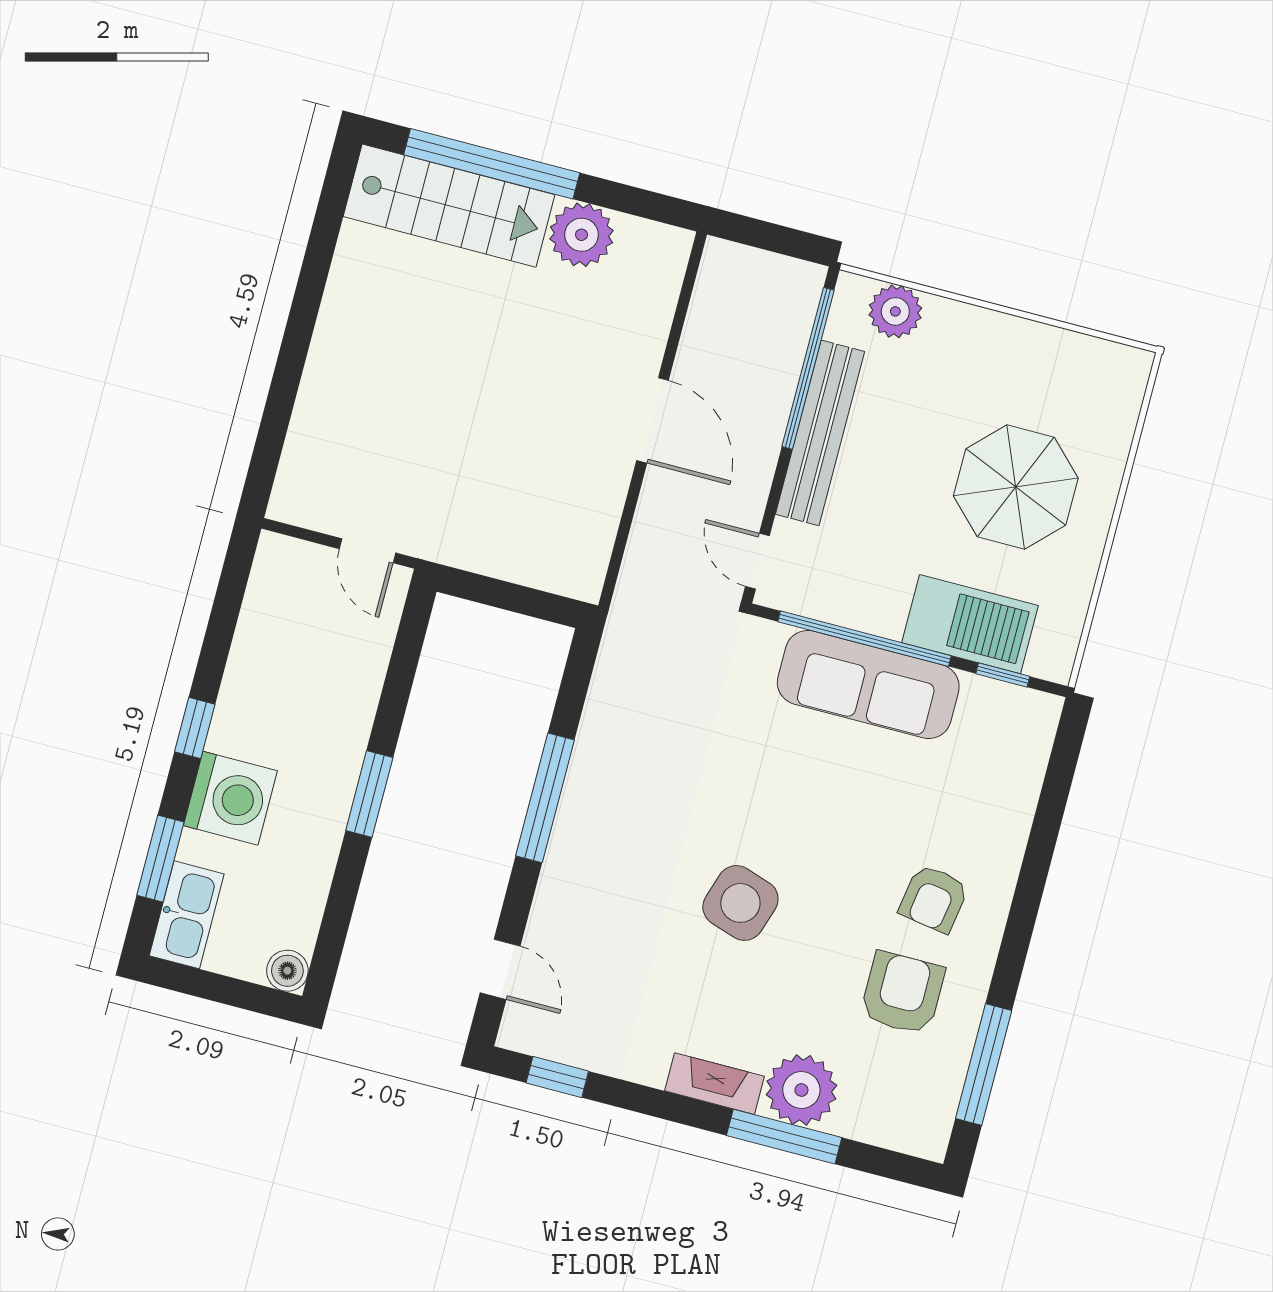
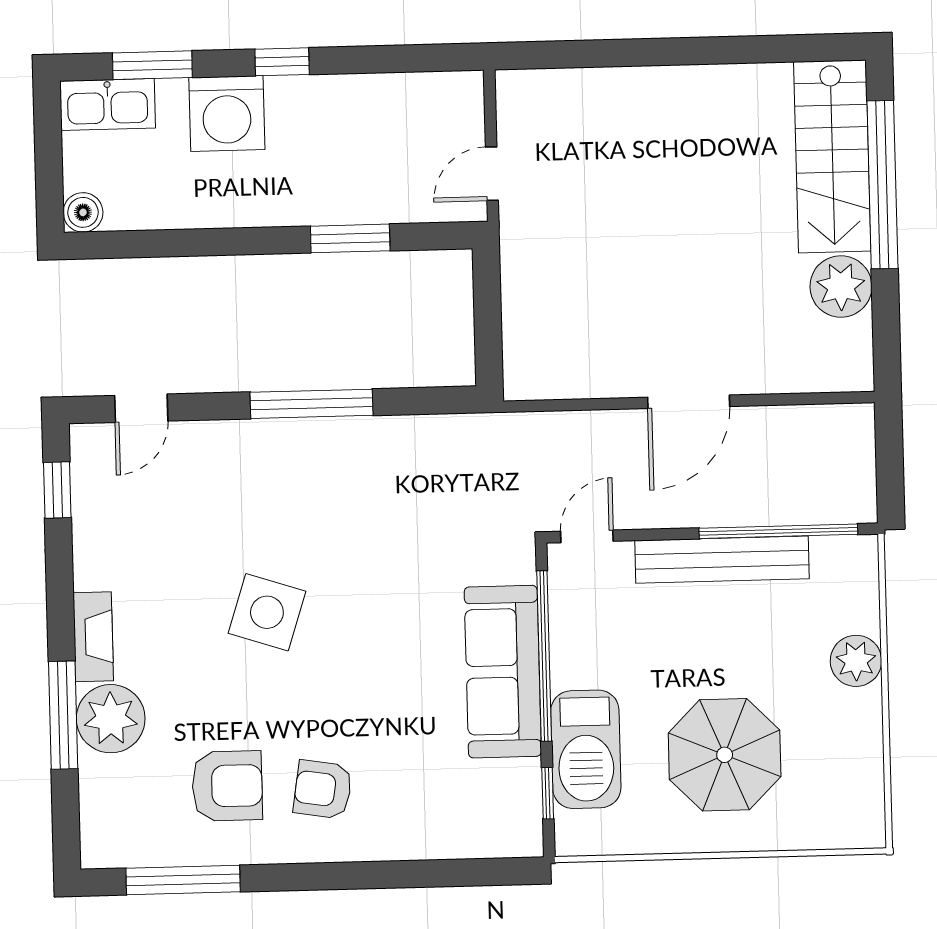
plant: (895, 311) -> (856, 661), moved
window: (369, 794) -> (350, 238), moved

